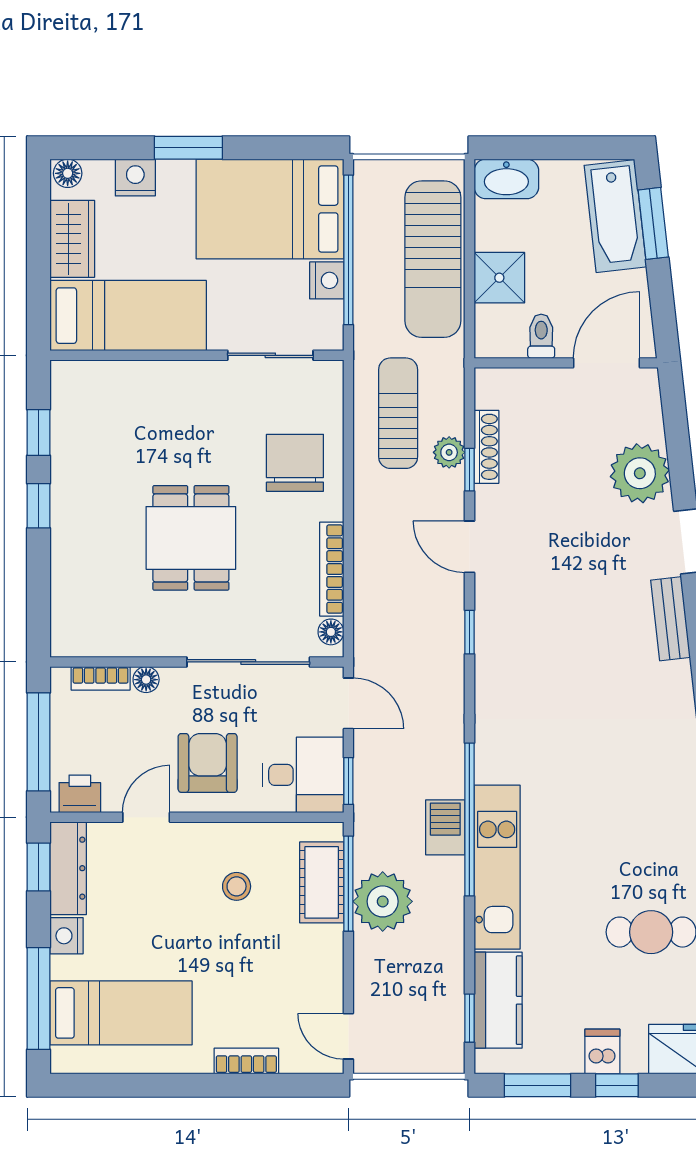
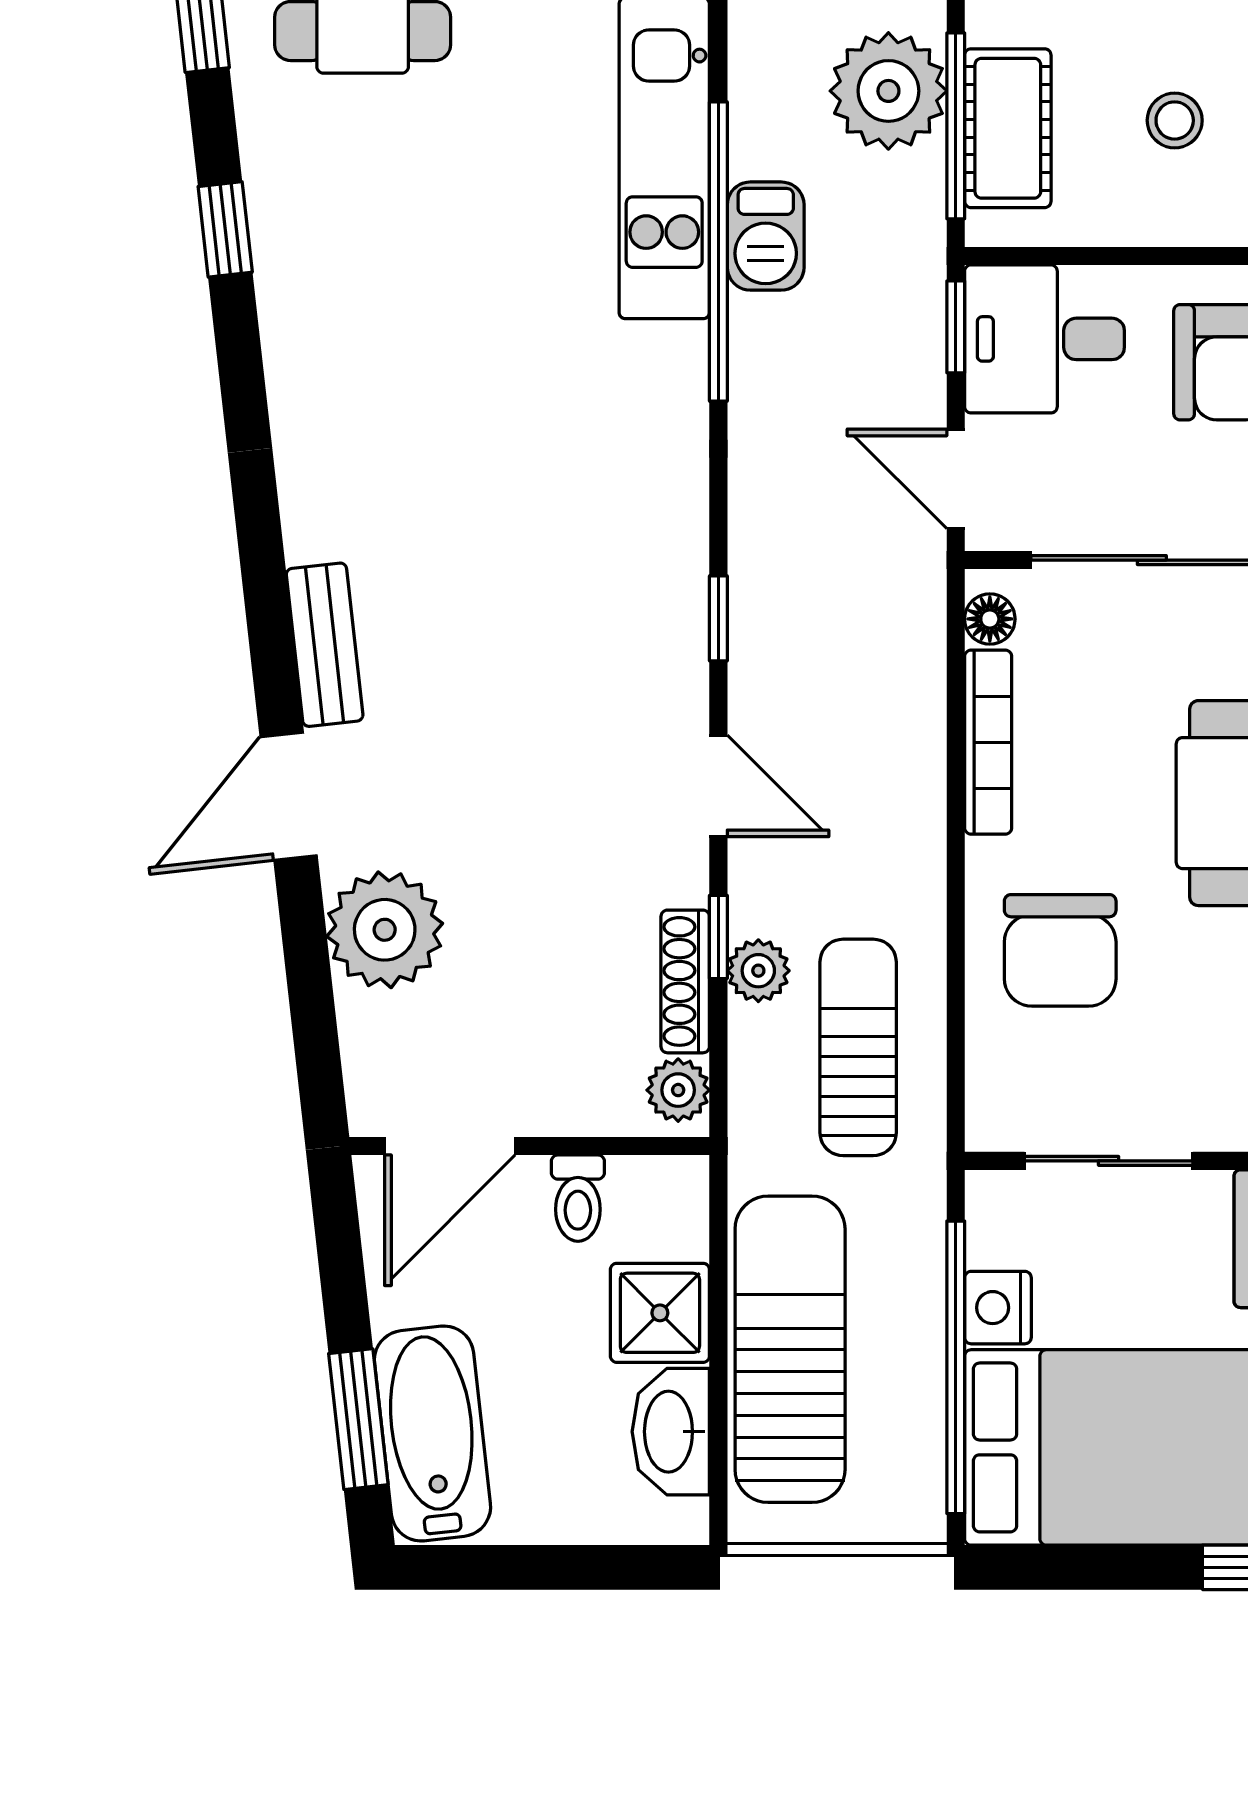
washbasin: (506, 179) -> (671, 1432), moved, turned -90
plant: (490, 391) -> (678, 1090), added
sun lounger: (398, 413) -> (858, 1047), turned 180

